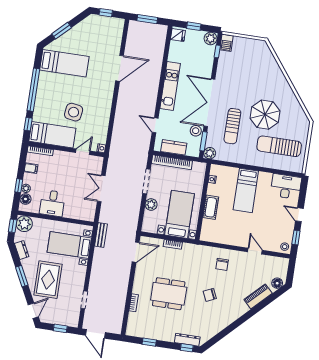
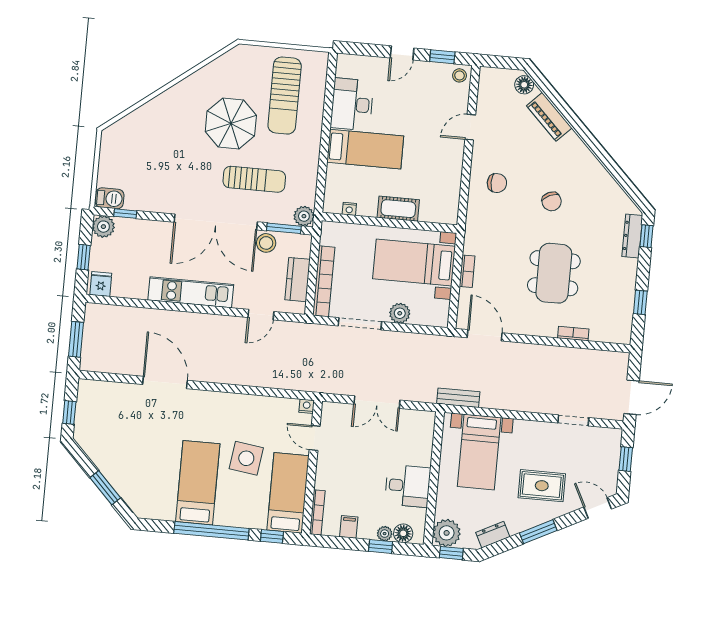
bed: (64, 63) -> (198, 483), moved
desk: (286, 187) -> (352, 104), moved
rug: (48, 280) -> (542, 486), width x0.73, depth x0.70

